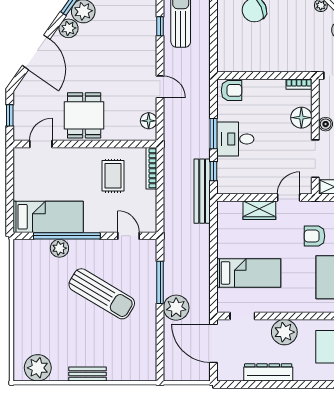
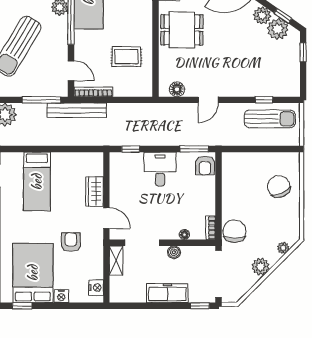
chair: (303, 58) -> (234, 231), added
floor lamp: (301, 118) -> (184, 235), width x0.53, depth x0.53
window: (213, 134) -> (194, 149), moved
bookcase: (151, 168) -> (93, 92), moved
bench: (202, 191) -> (77, 110), moved
door: (128, 236) -> (71, 71), hinge flipped
window: (160, 282) -> (41, 100), moved

